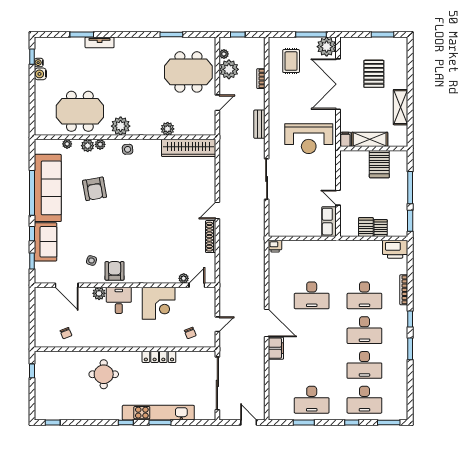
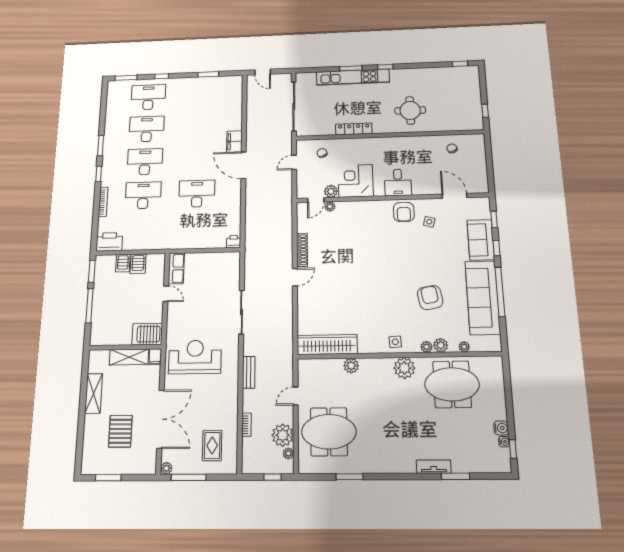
plant: (327, 47) -> (166, 468), width x0.53, depth x0.53
server rack: (379, 164) -> (147, 334), moved, turned -90
plant: (99, 293) -> (331, 191), moved
desk: (312, 400) -> (200, 95), removed

